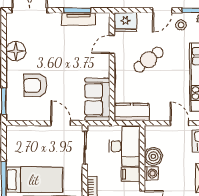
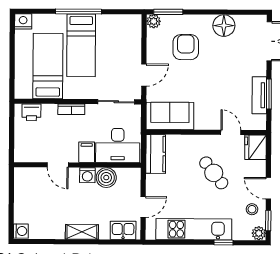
plant: (12, 115) -> (154, 21), added

